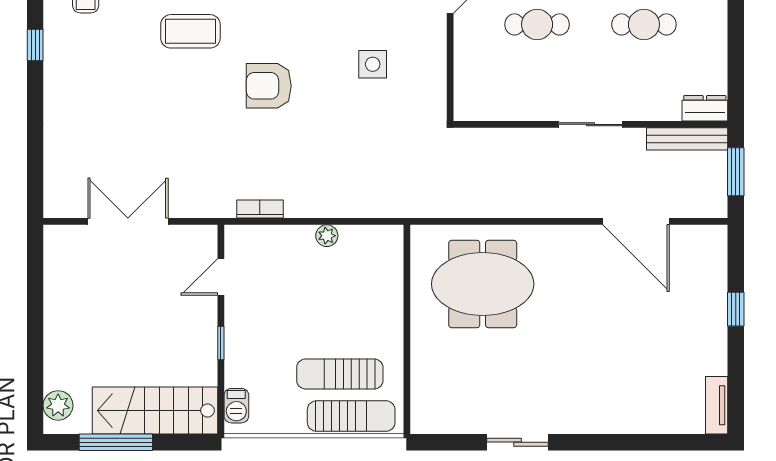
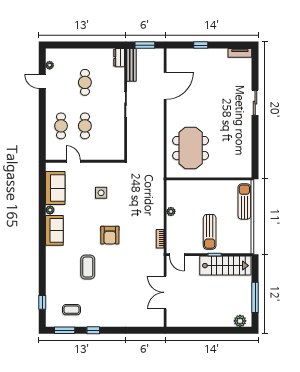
door: (221, 277) -> (177, 255), moved
sun lounger: (340, 374) -> (210, 232), moved
barbecue: (236, 406) -> (240, 248), removed
stairs: (155, 411) -> (225, 266), moved, turned -90
sliding door: (518, 442) -> (255, 103), moved

